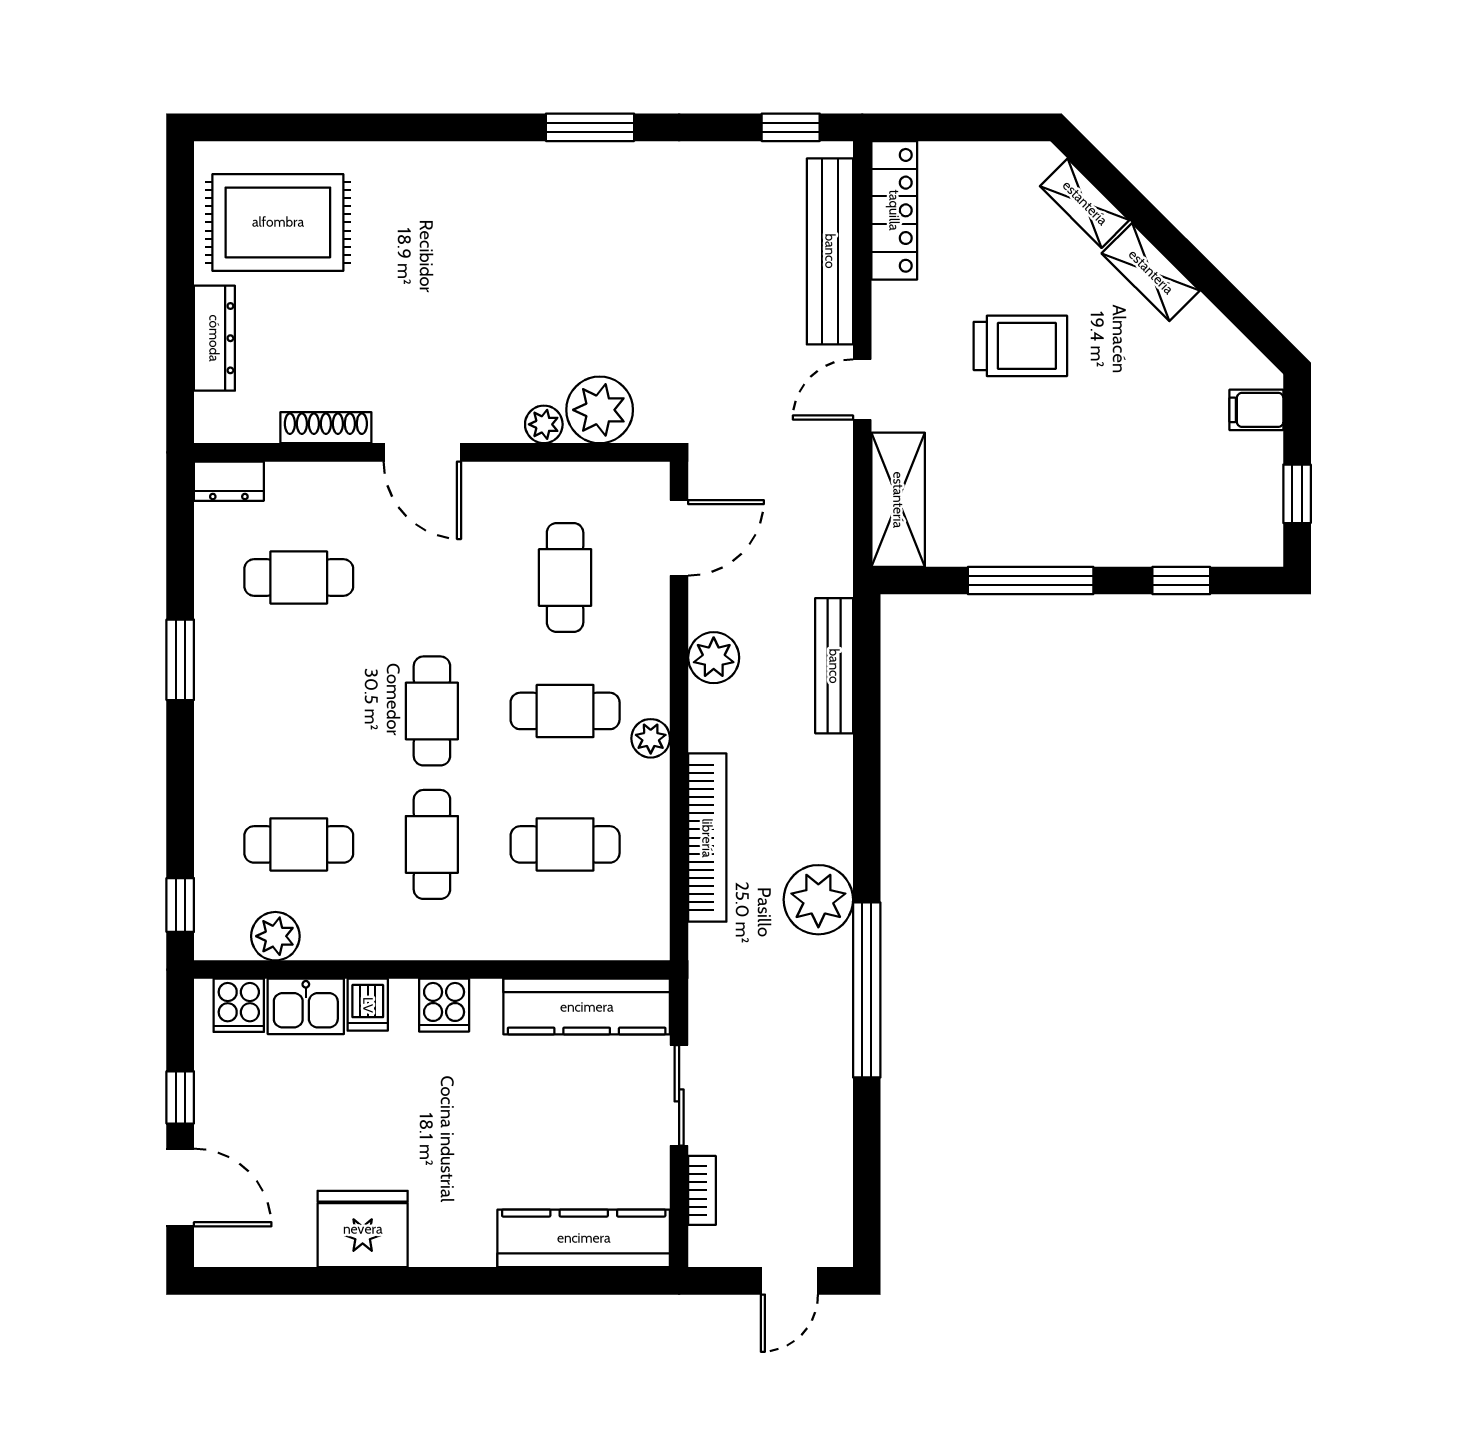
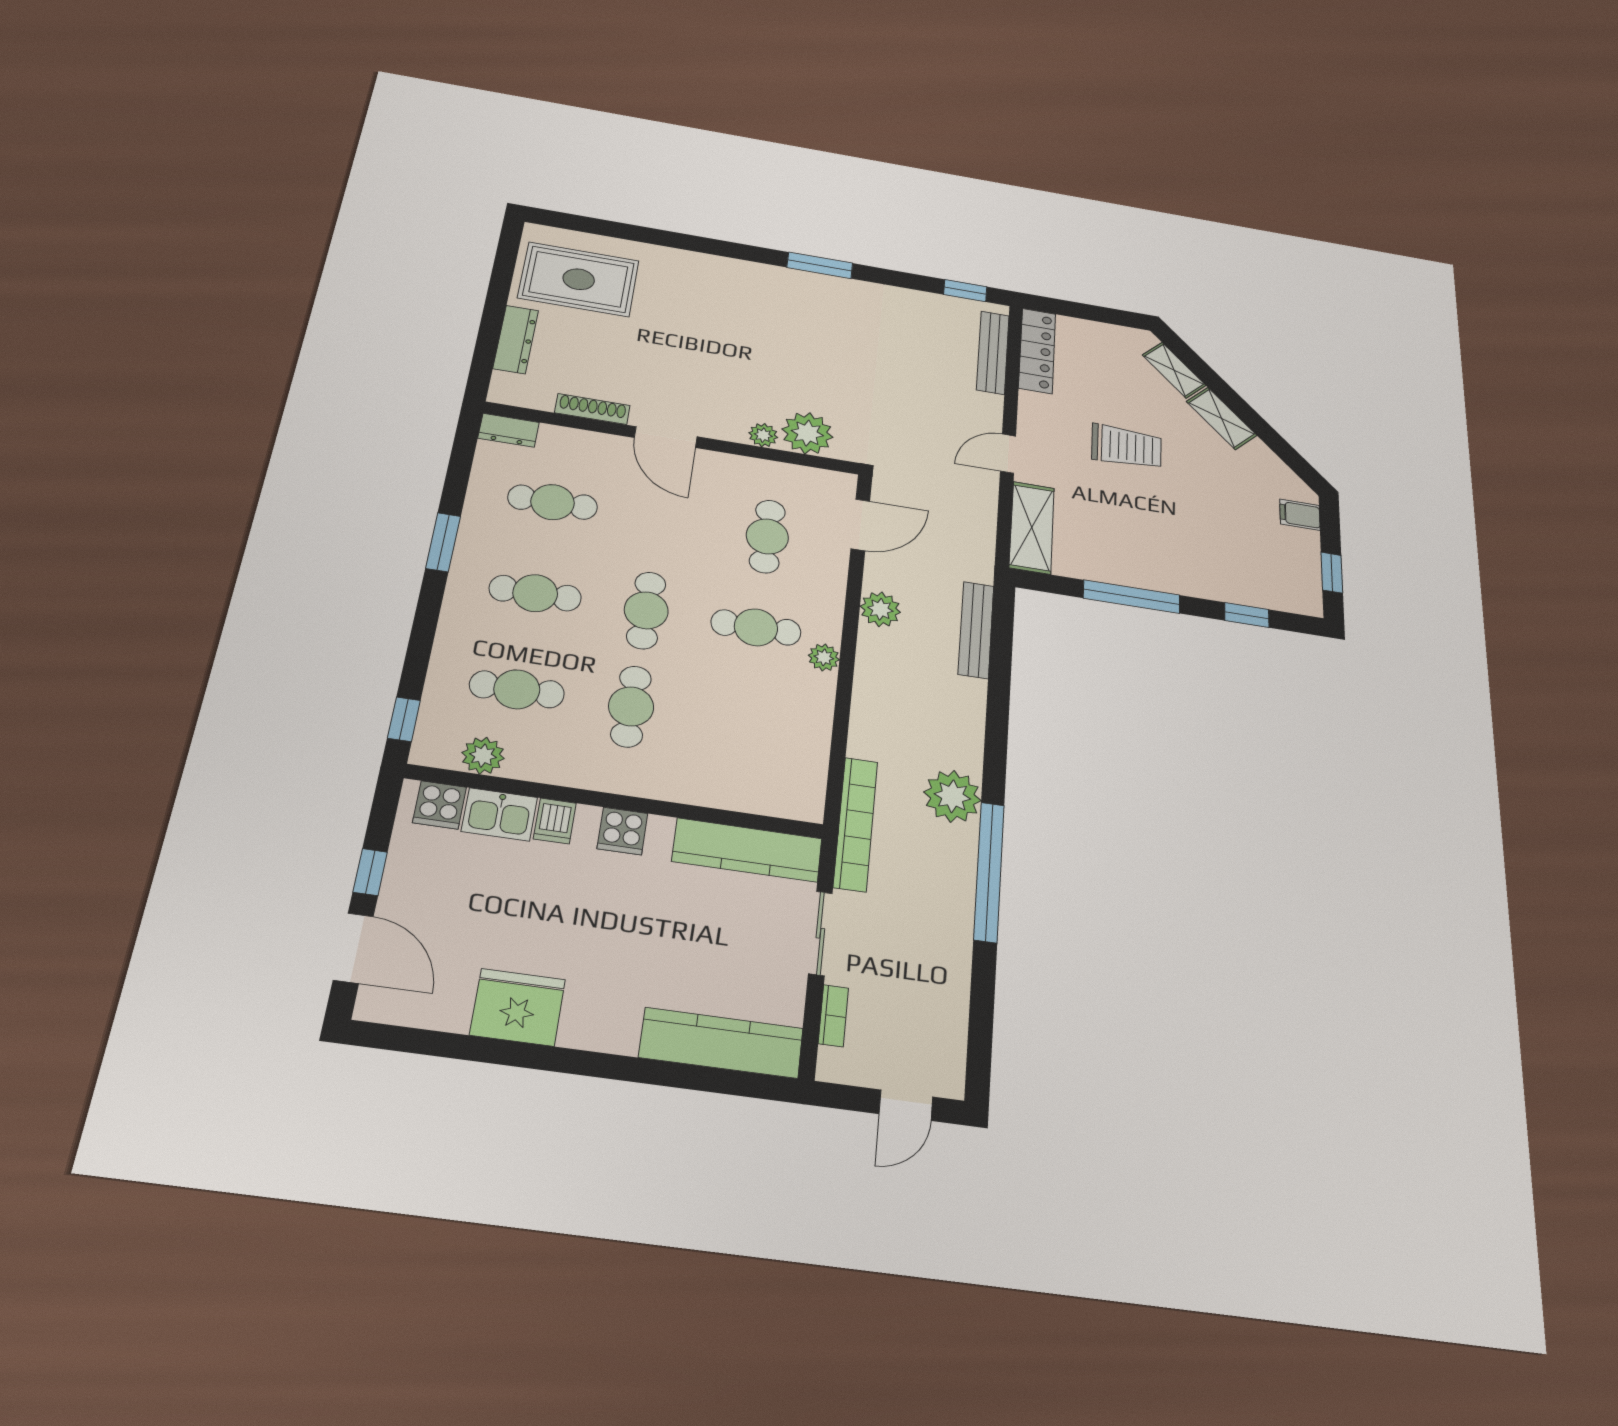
bench: (830, 251) -> (993, 353), width x0.73, depth x0.82
bookcase: (707, 838) -> (856, 824), moved
cafe table: (565, 844) -> (535, 593), moved

